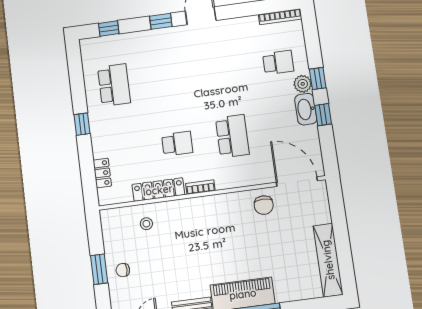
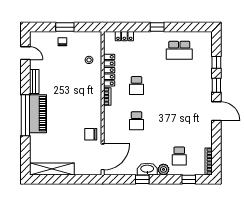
window: (109, 28) -> (216, 62), moved
window: (318, 78) -> (189, 179), moved
school desk: (232, 136) -> (136, 121), width x0.54

